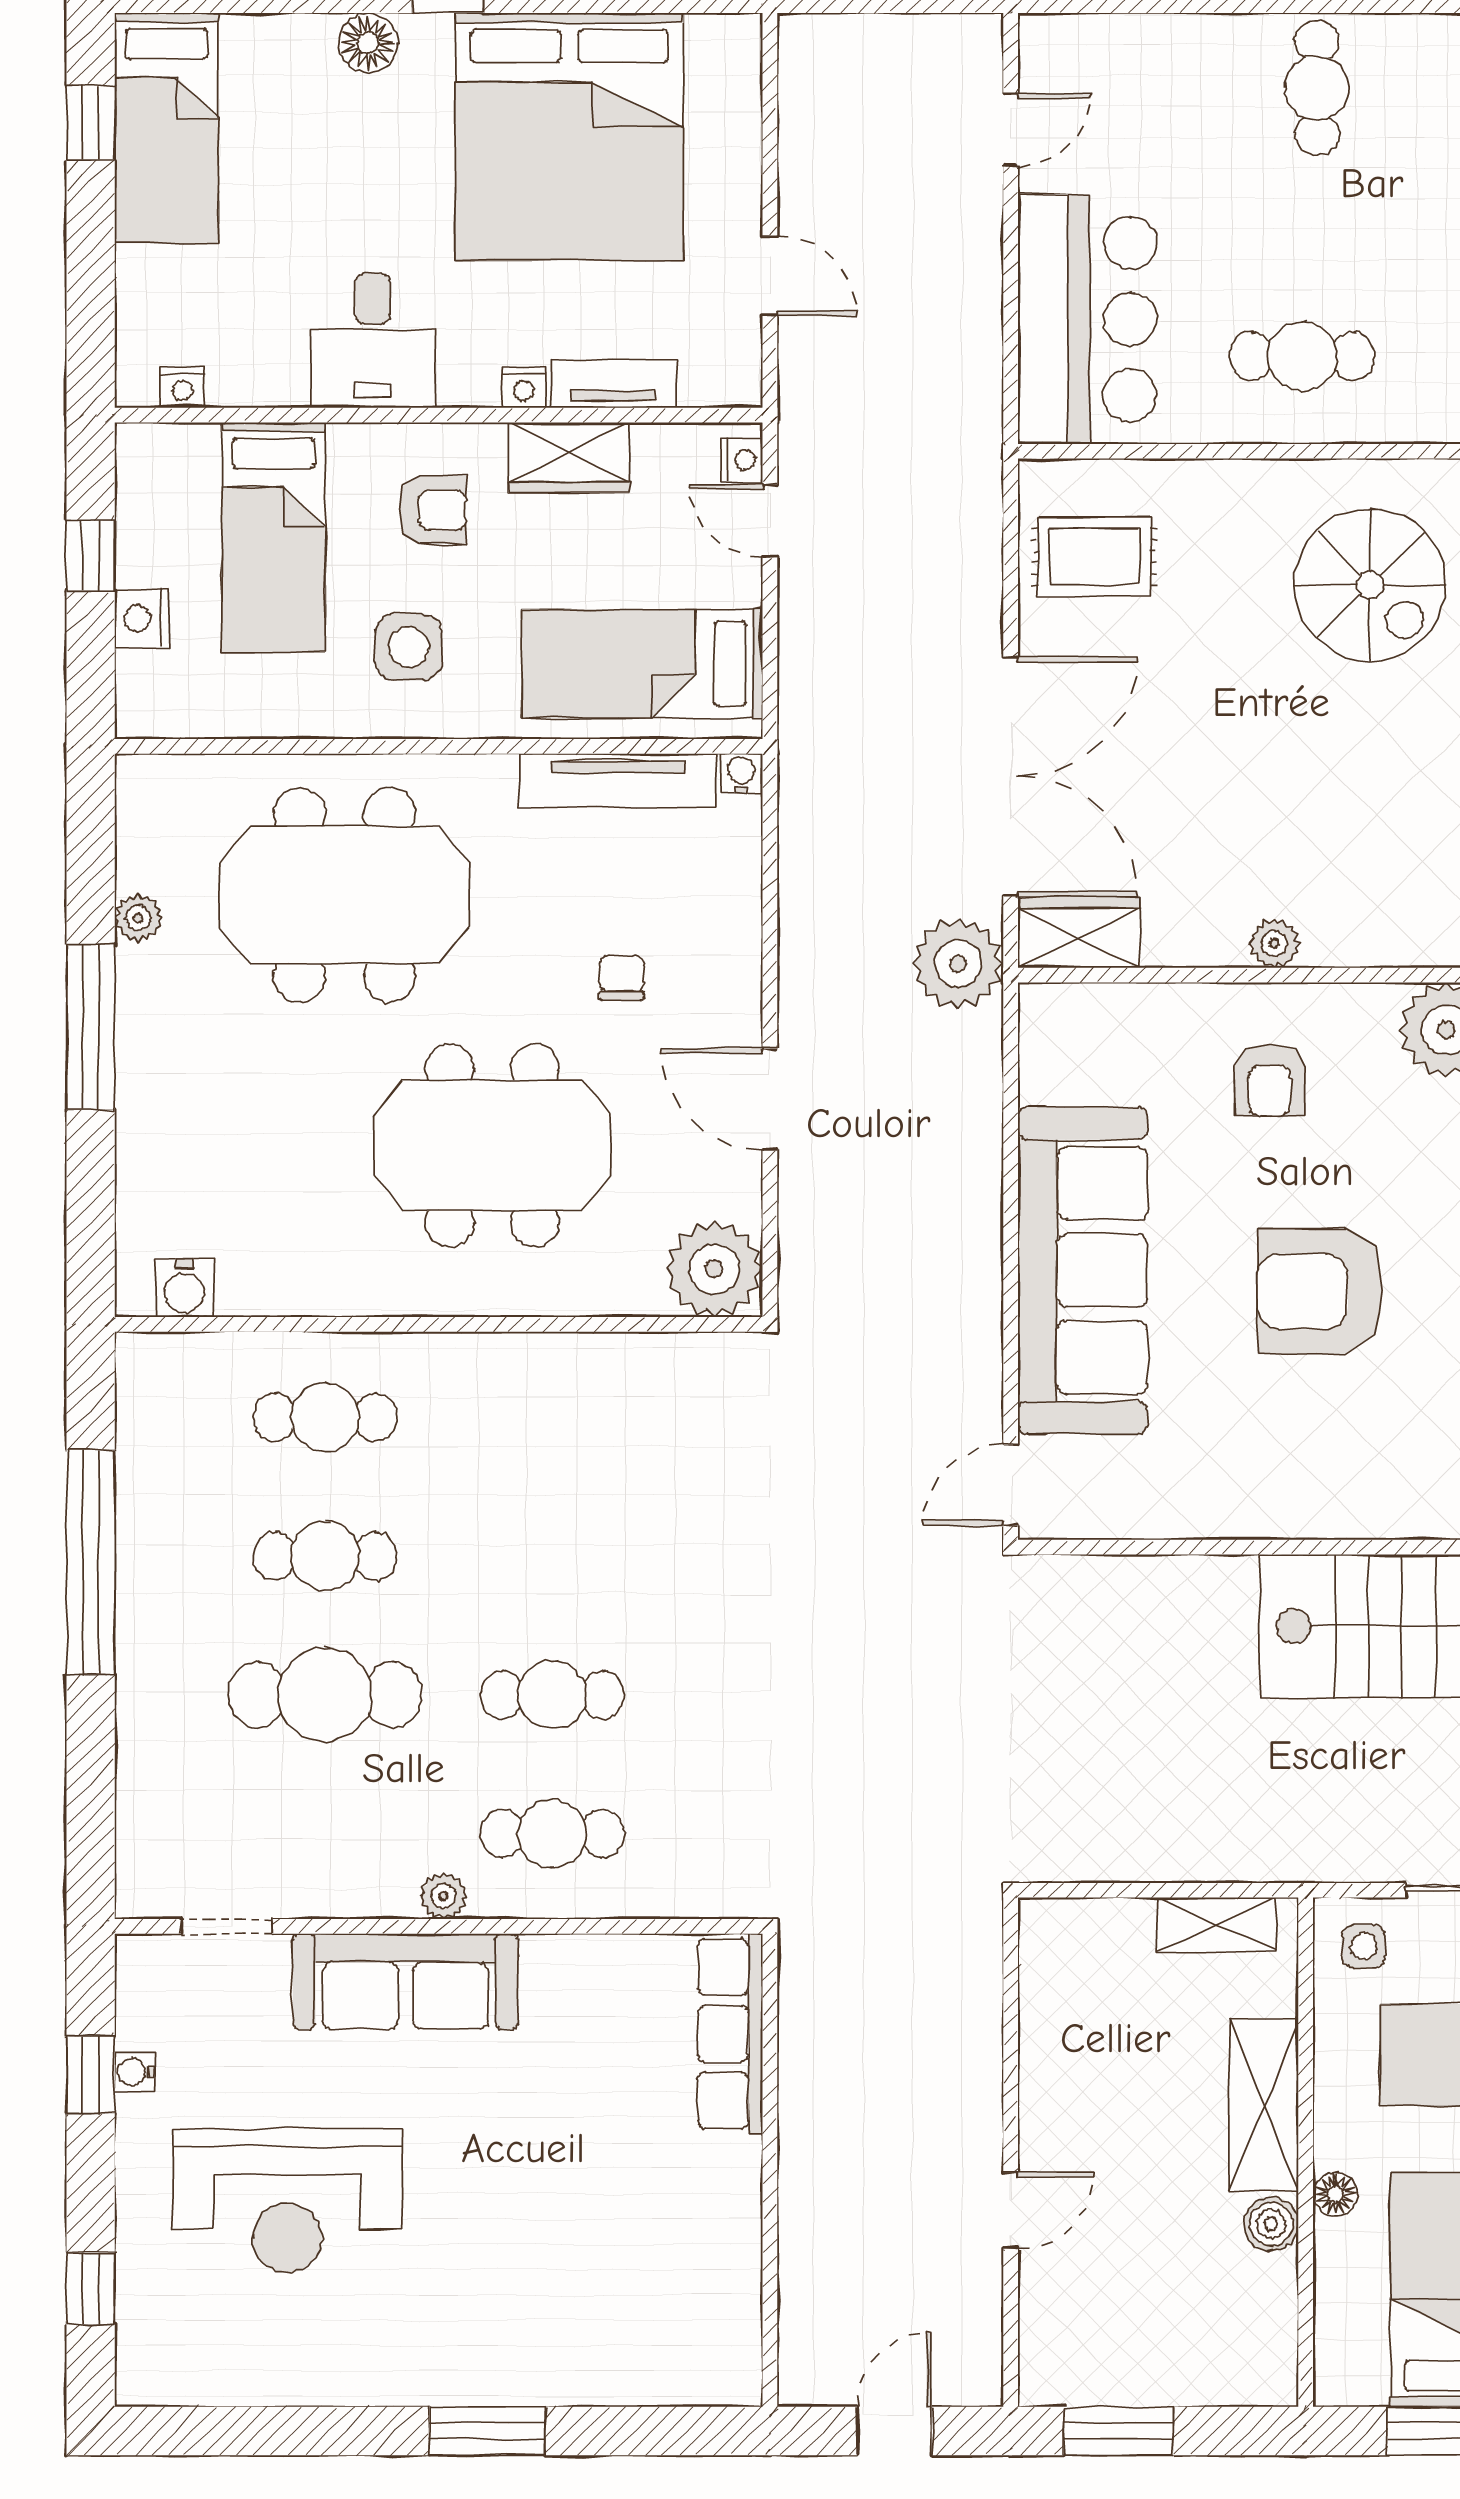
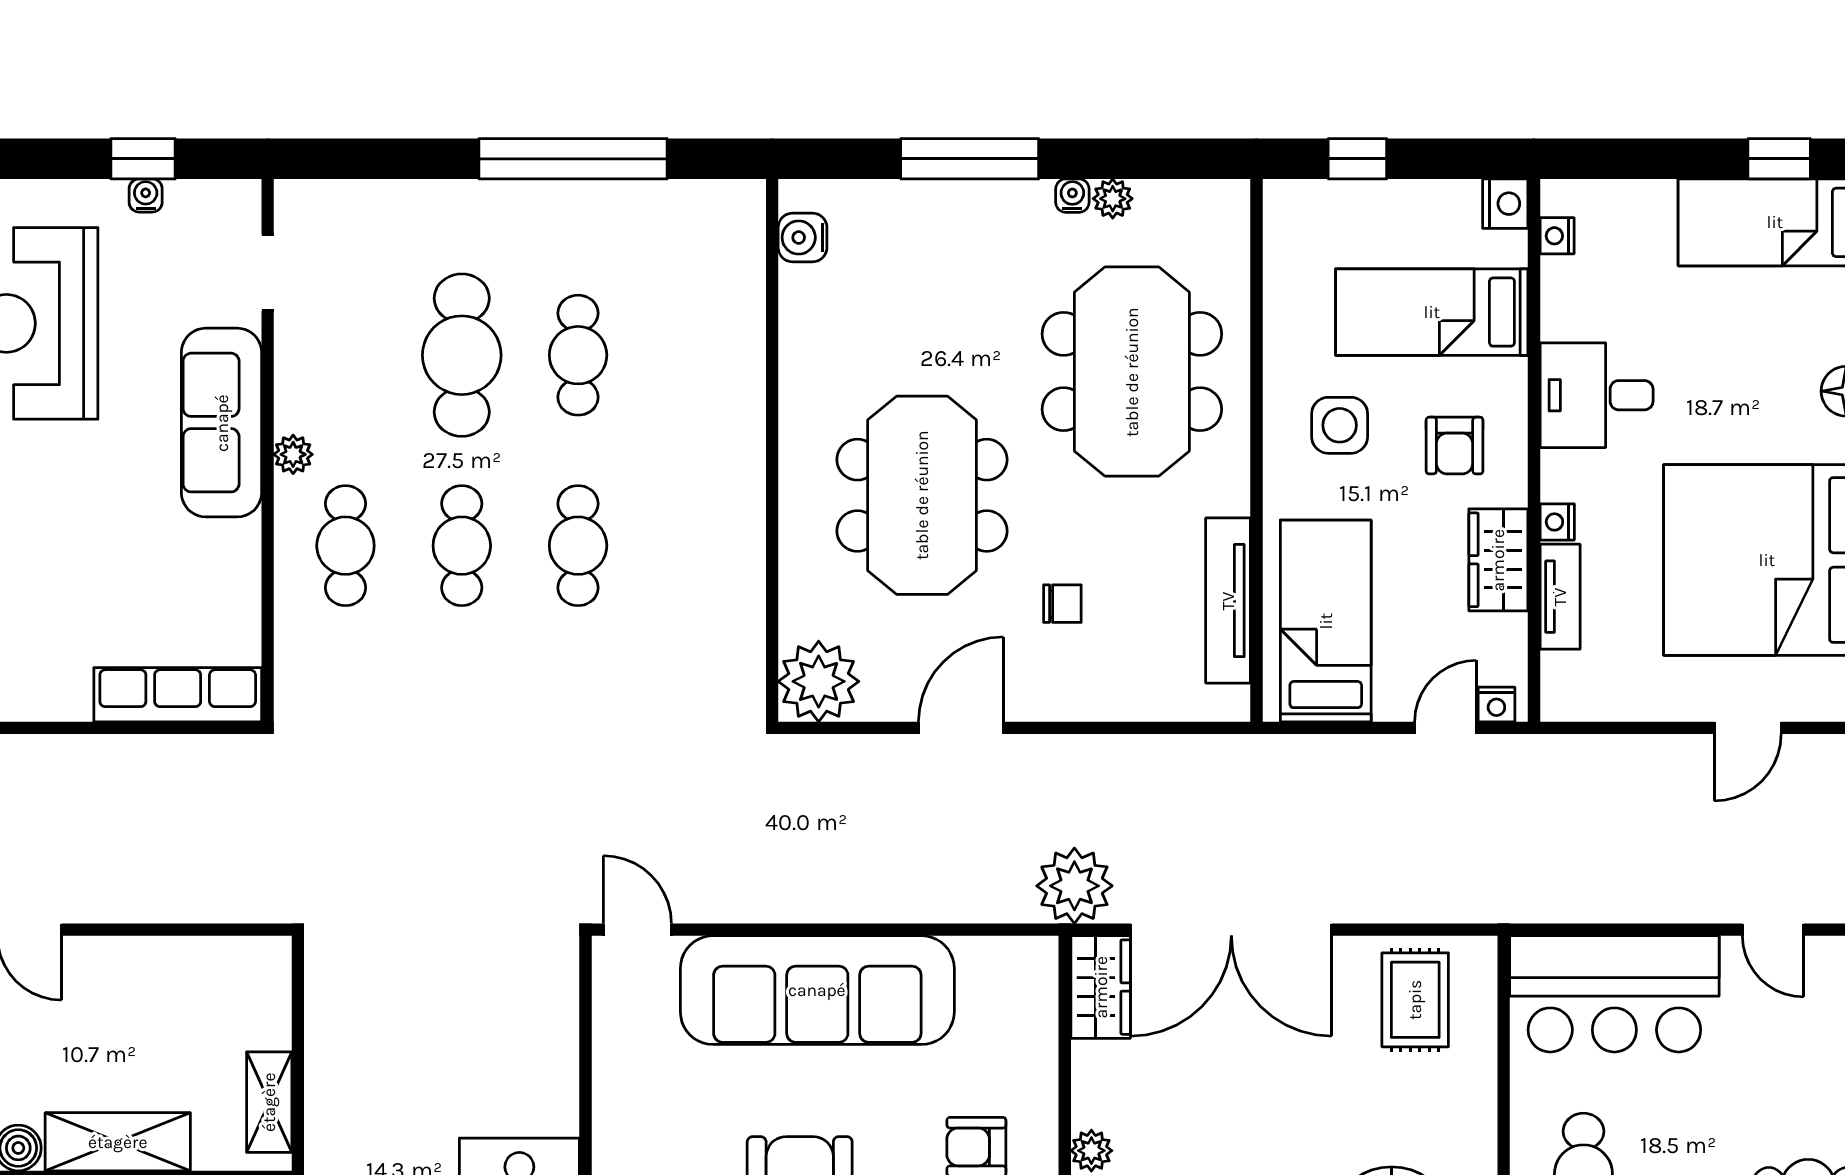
door: (770, 276) -> (1748, 728), moved
window: (91, 556) -> (1357, 159), moved
nightstand: (142, 618) -> (1505, 204), moved, turned 90
water cooler: (741, 773) -> (1072, 196), moved, turned -90
window: (91, 1027) -> (970, 159), moved
cafe table: (325, 1417) -> (578, 546), moved

